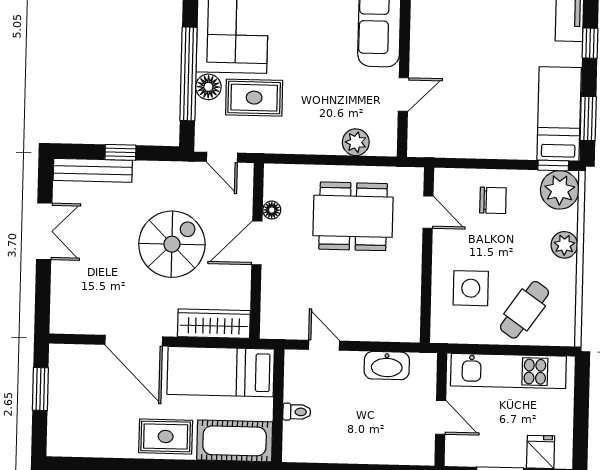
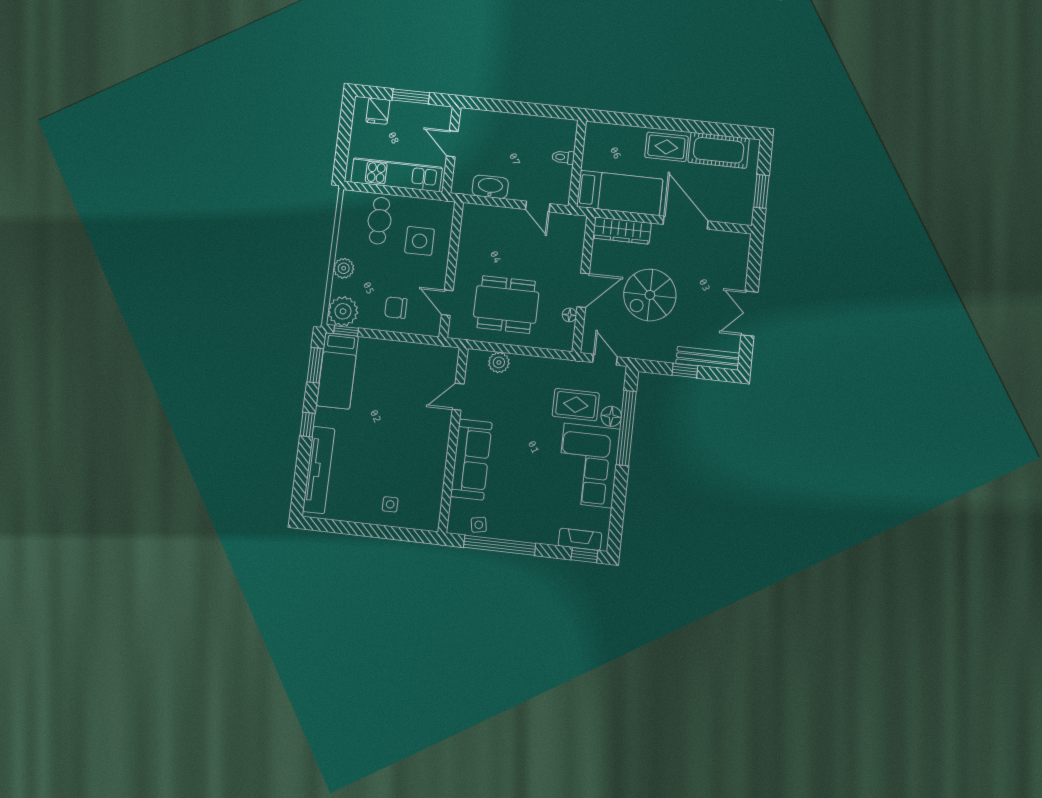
cafe table: (525, 310) -> (380, 221), turned -35
cot: (235, 441) -> (719, 150), moved

